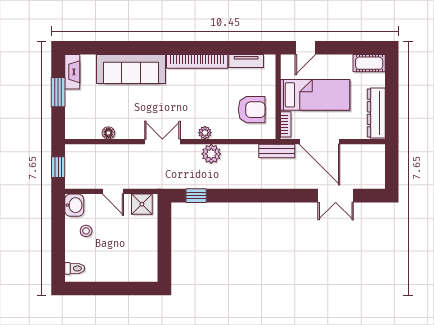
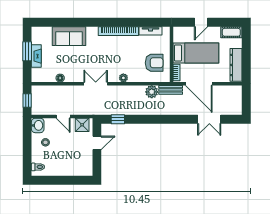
door: (305, 48) -> (201, 22), moved
sofa: (131, 69) -> (69, 36), width x0.73
fireplace: (72, 72) -> (36, 56), moved
plant: (211, 154) -> (152, 92), moved
door: (164, 232) -> (97, 143), added

